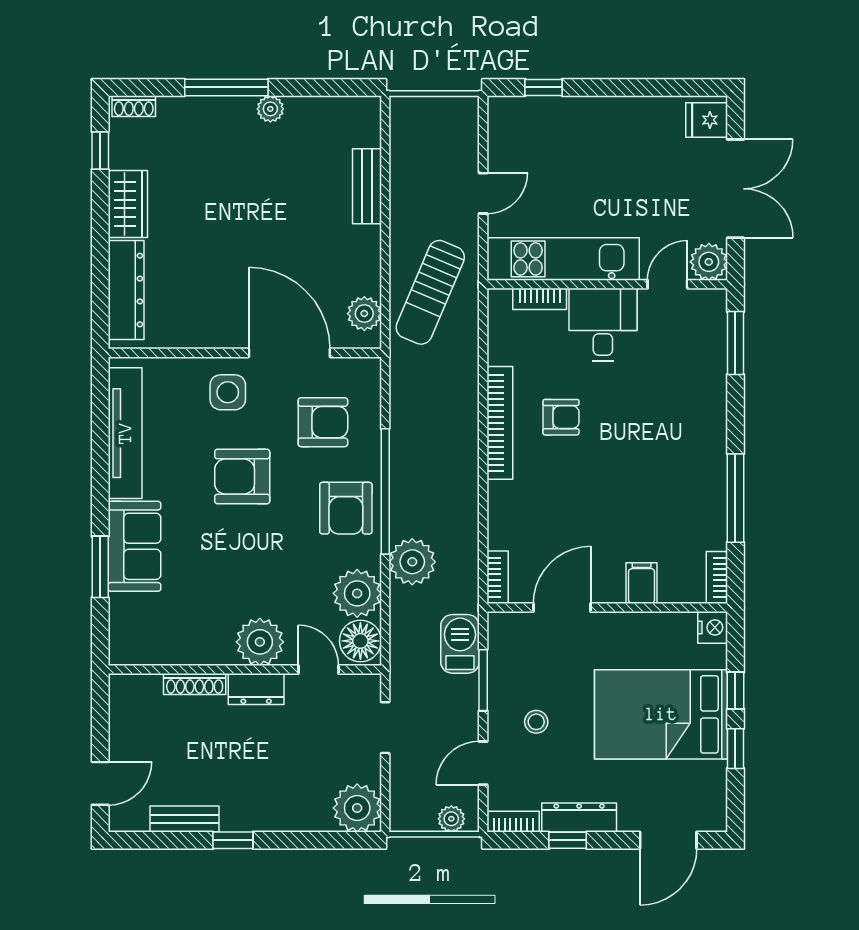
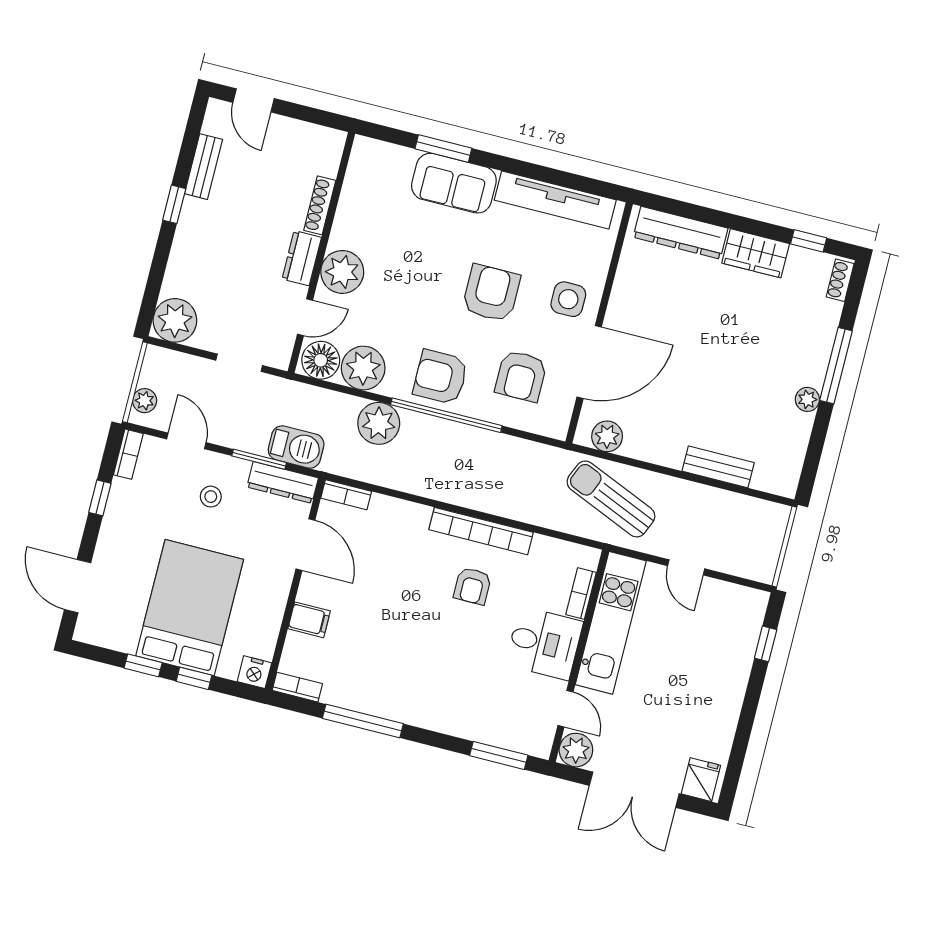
dresser: (579, 818) -> (283, 482), moved, turned 90

